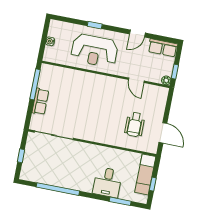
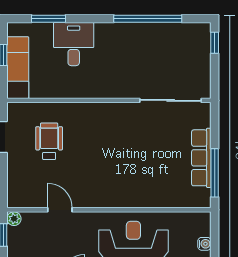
row of seats: (40, 101) -> (201, 158), width x1.48
window: (21, 156) -> (215, 43), moved

